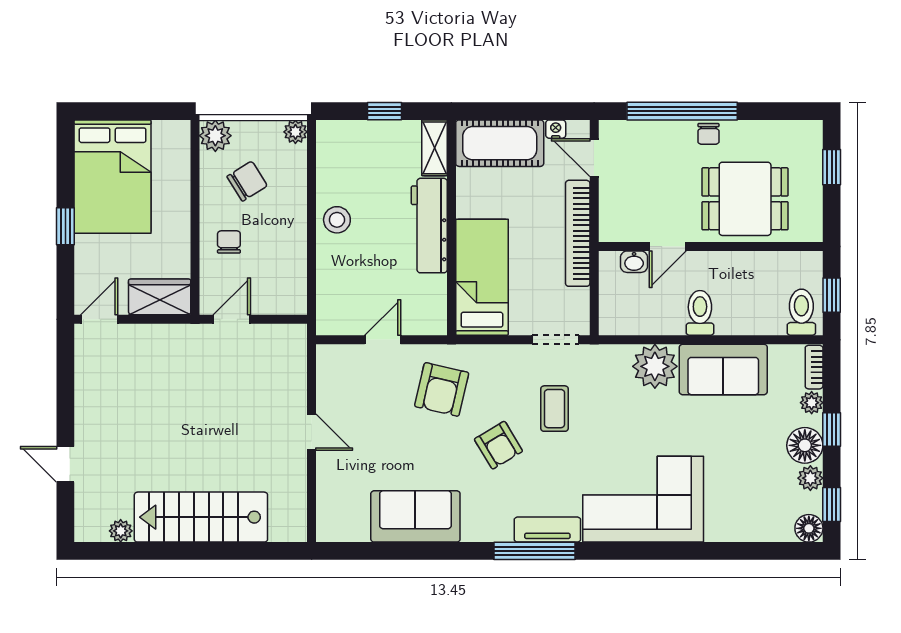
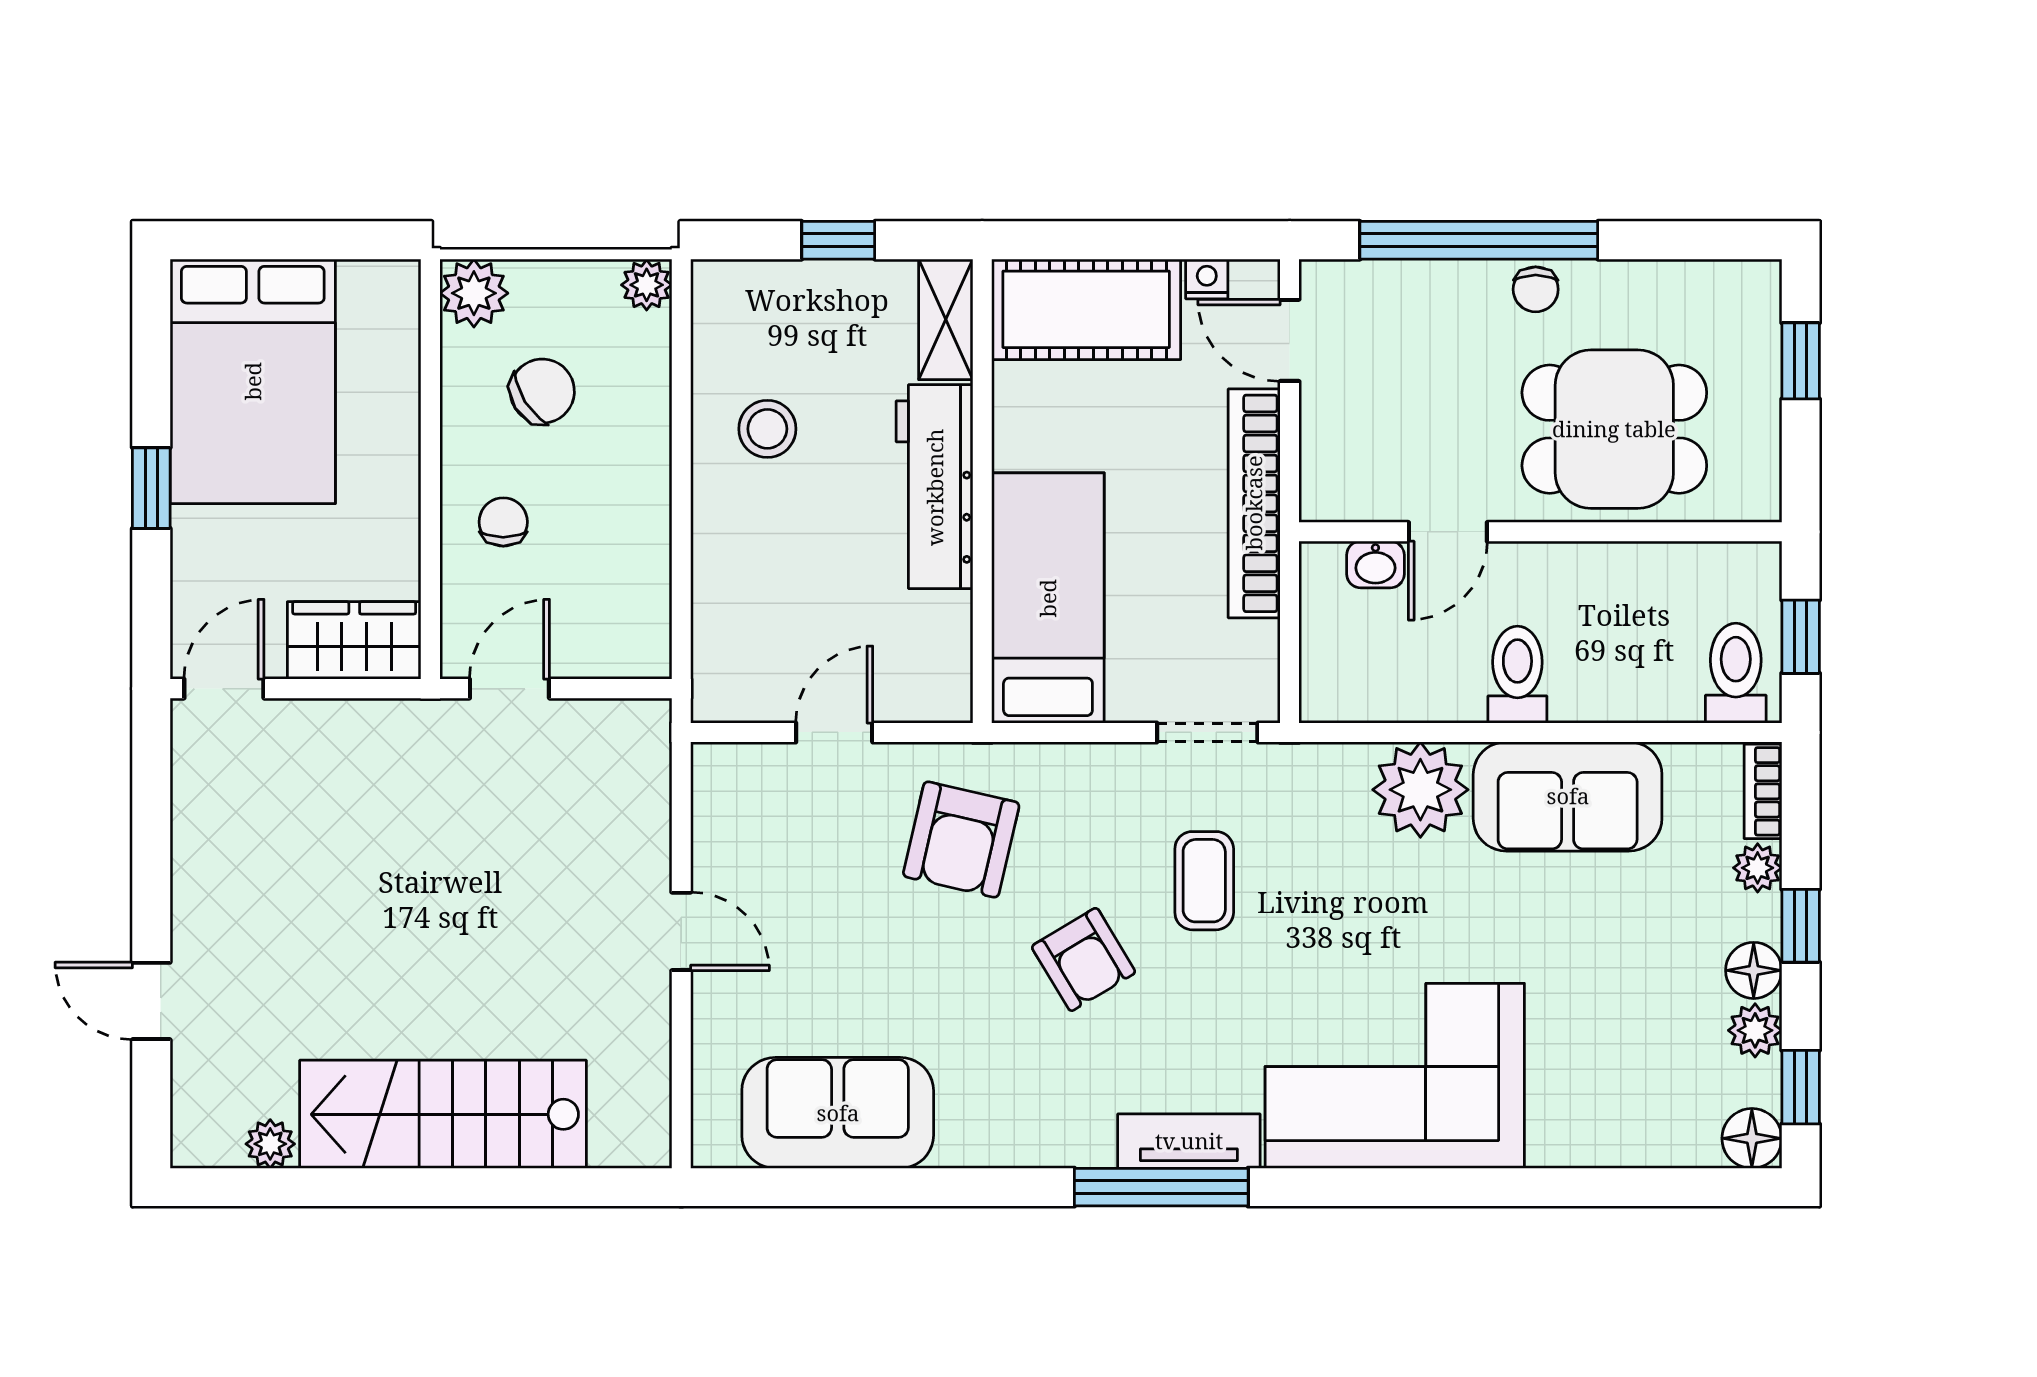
stool: (337, 220) -> (767, 429), moved
floor lamp: (805, 445) -> (1754, 970), width x0.73, depth x0.73
sofa: (415, 516) -> (838, 1113), moved

